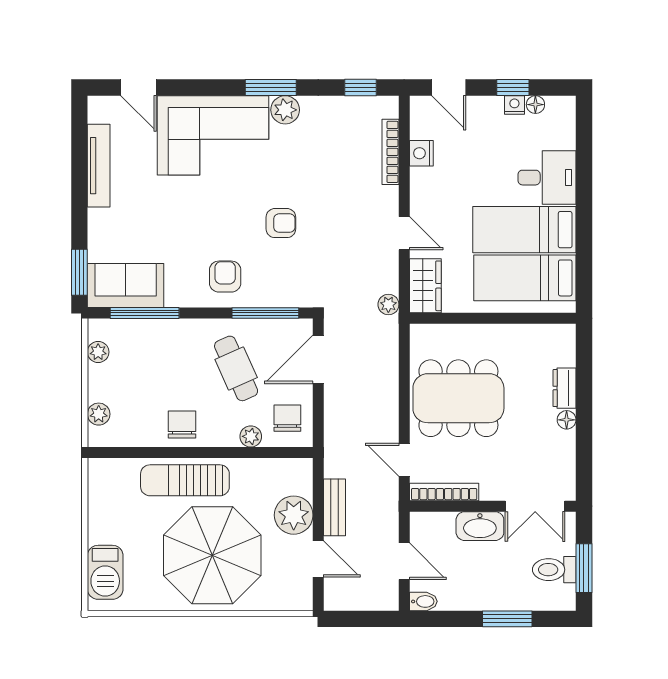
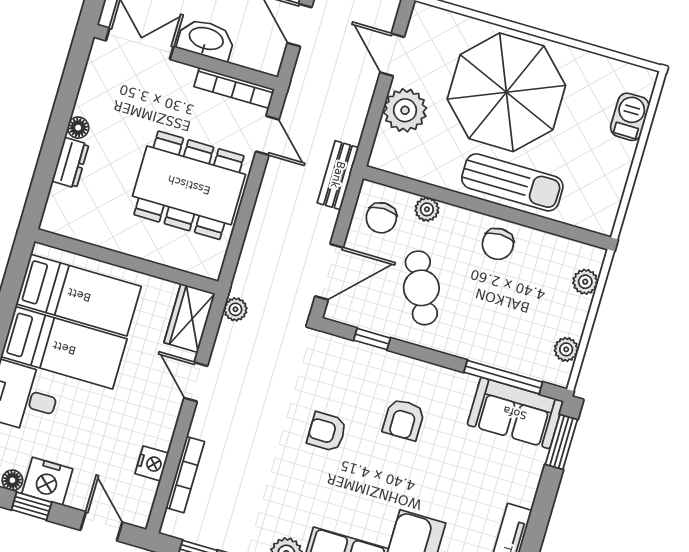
nightstand: (514, 105) -> (47, 481), width x1.89, depth x1.79
armchair: (225, 277) -> (404, 420), moved
window: (265, 313) -> (372, 339), width x0.46
bench: (335, 507) -> (338, 175), moved
barbecue: (105, 572) -> (630, 117), width x0.73, depth x0.79

